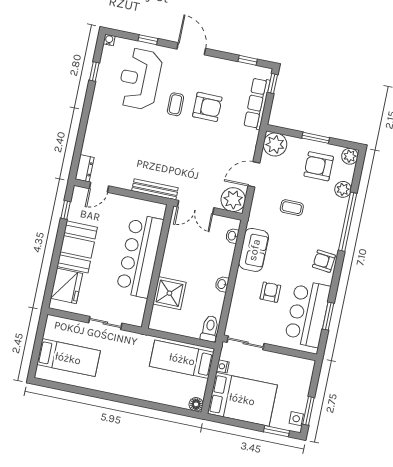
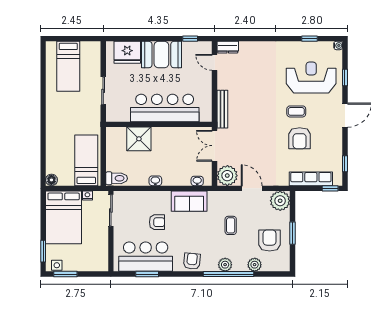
plant: (350, 156) -> (225, 265), moved

